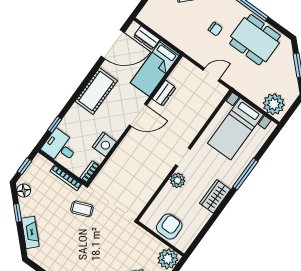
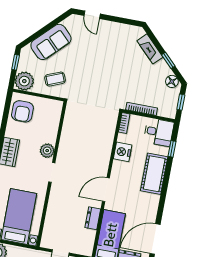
cot: (96, 91) -> (154, 174), moved
coffee table: (82, 209) -> (55, 79), moved
armchair: (169, 227) -> (22, 111), moved

